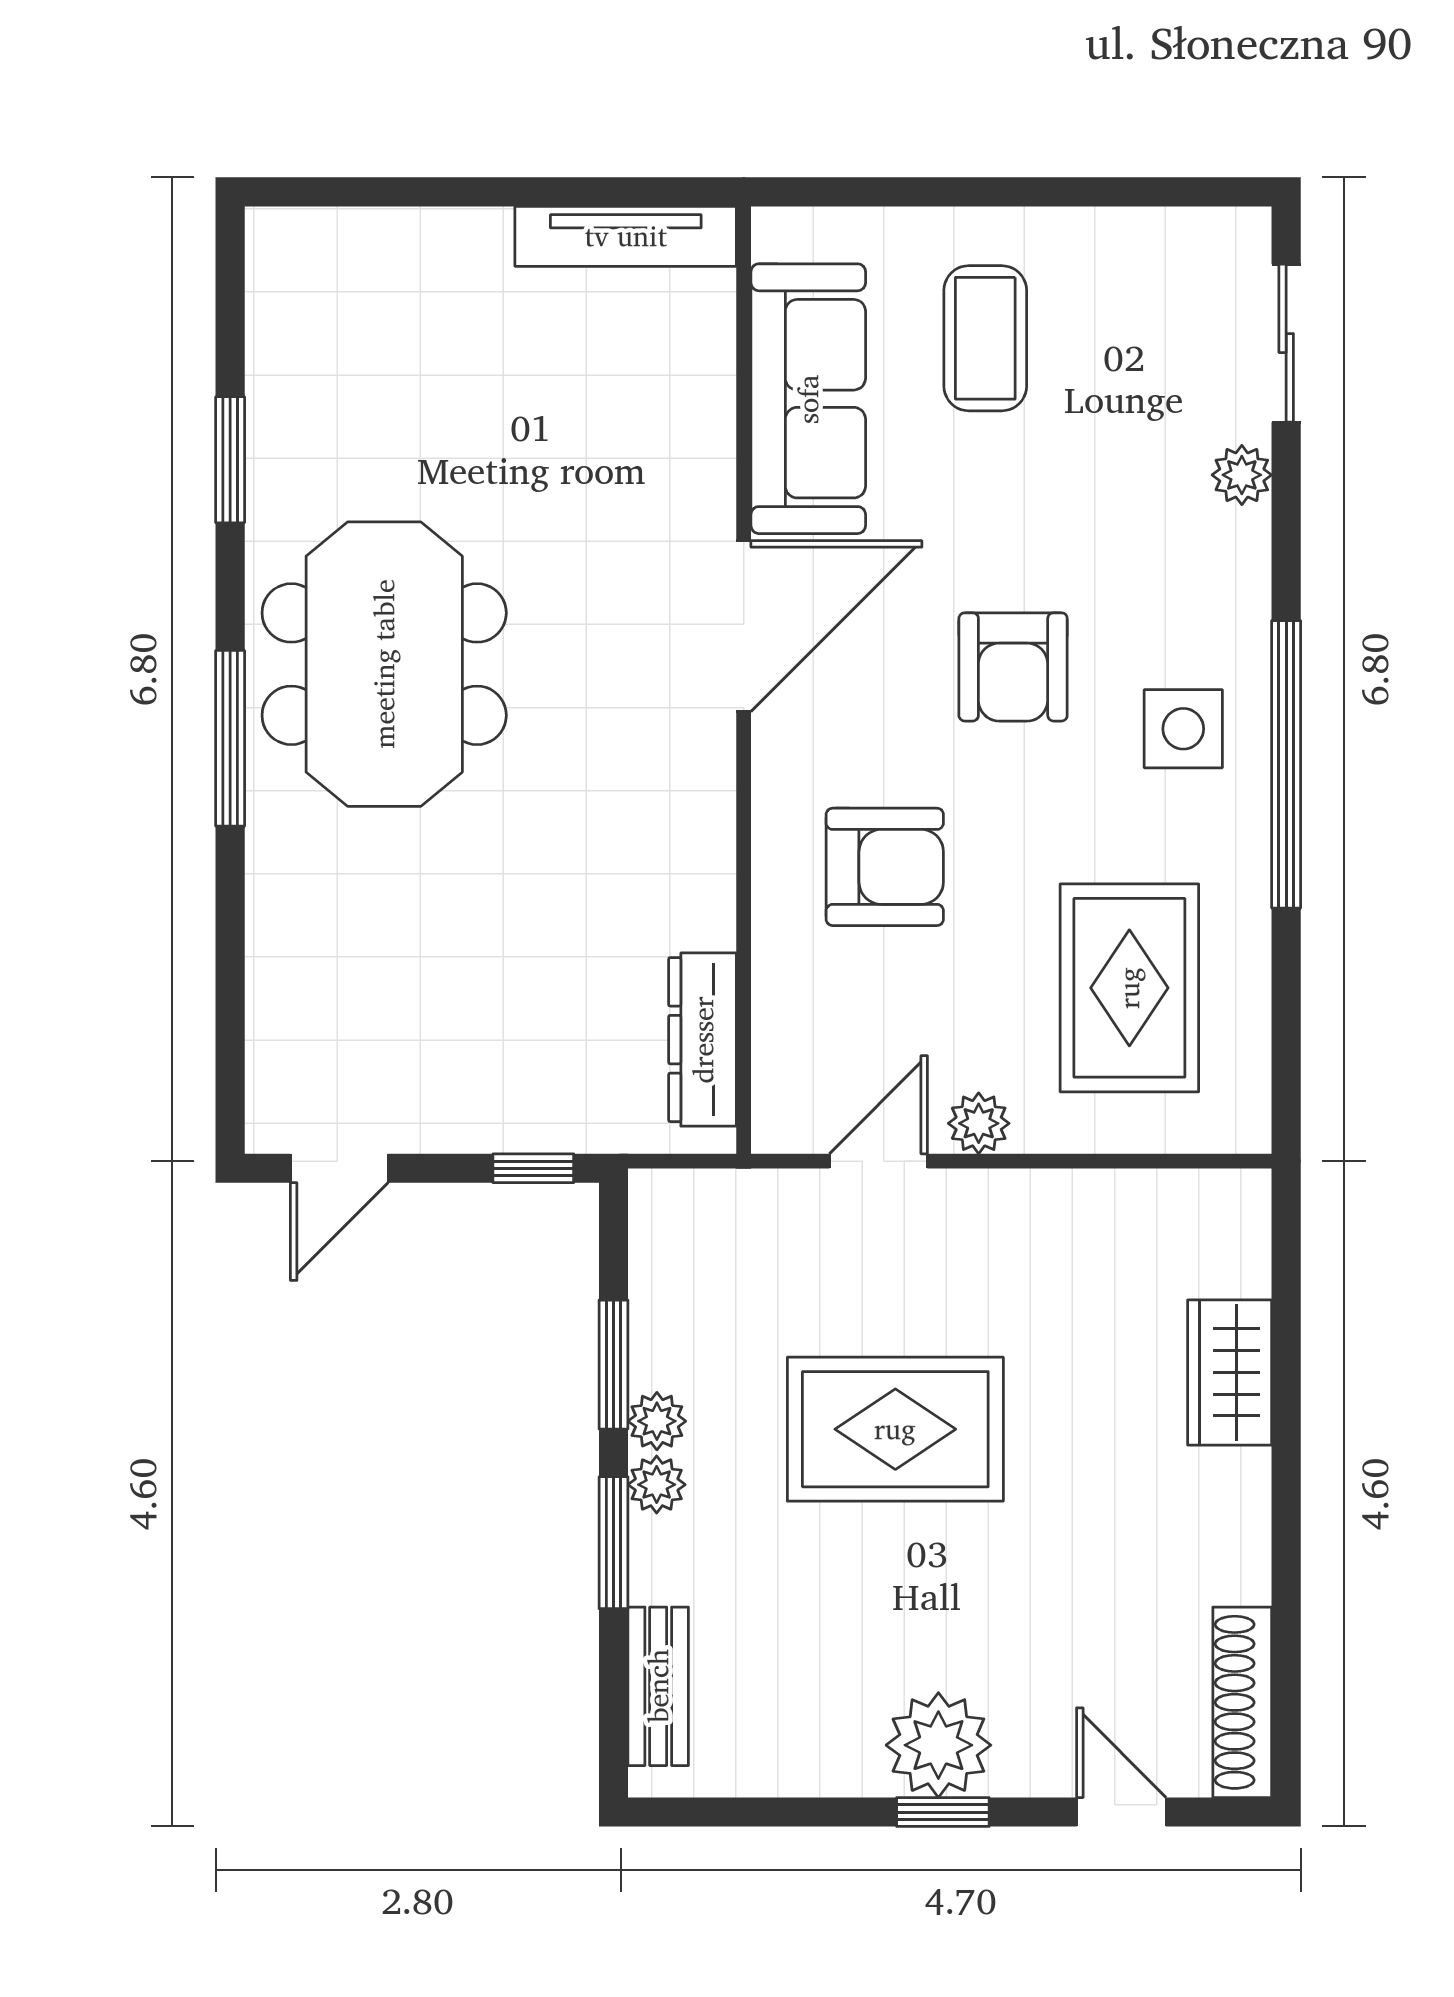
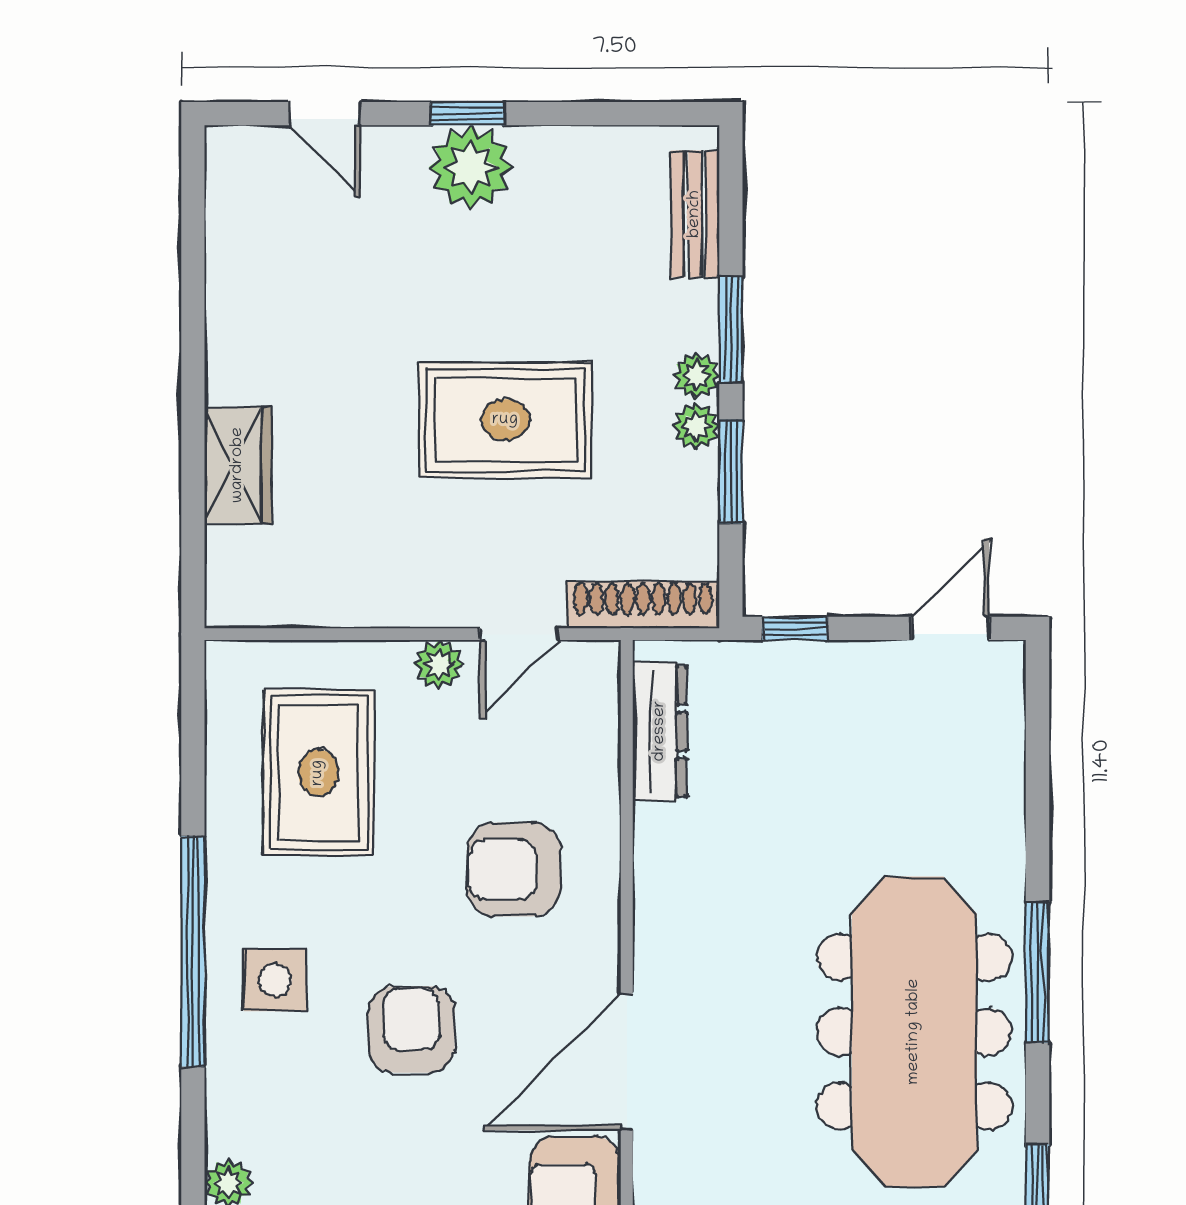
meeting table: (384, 664) -> (914, 1032), width x1.36
shoe rack: (1242, 1702) -> (643, 605), moved, turned -90

